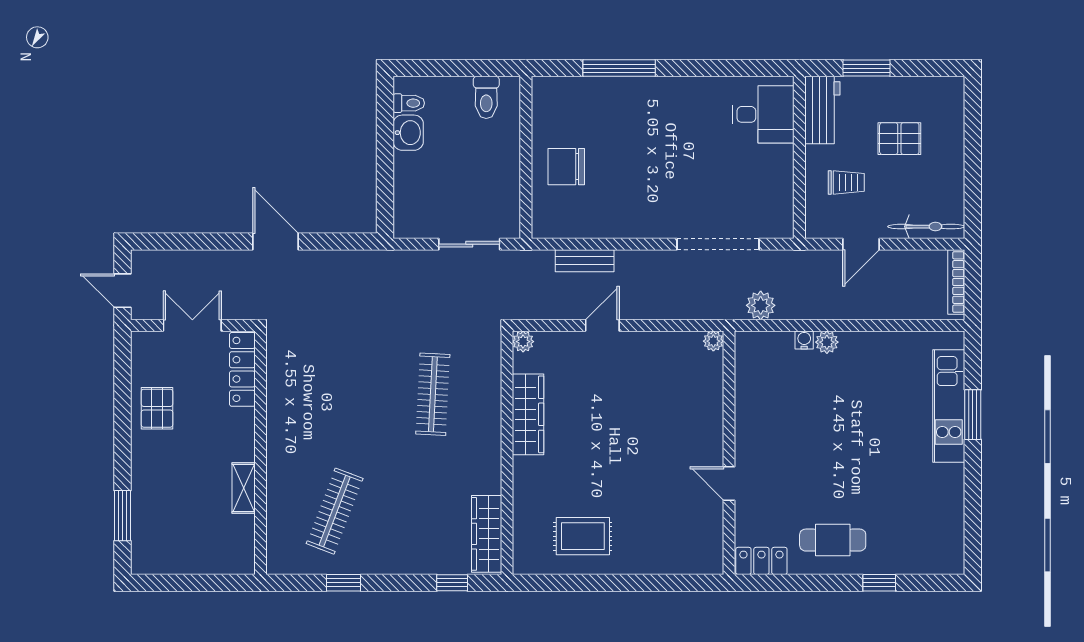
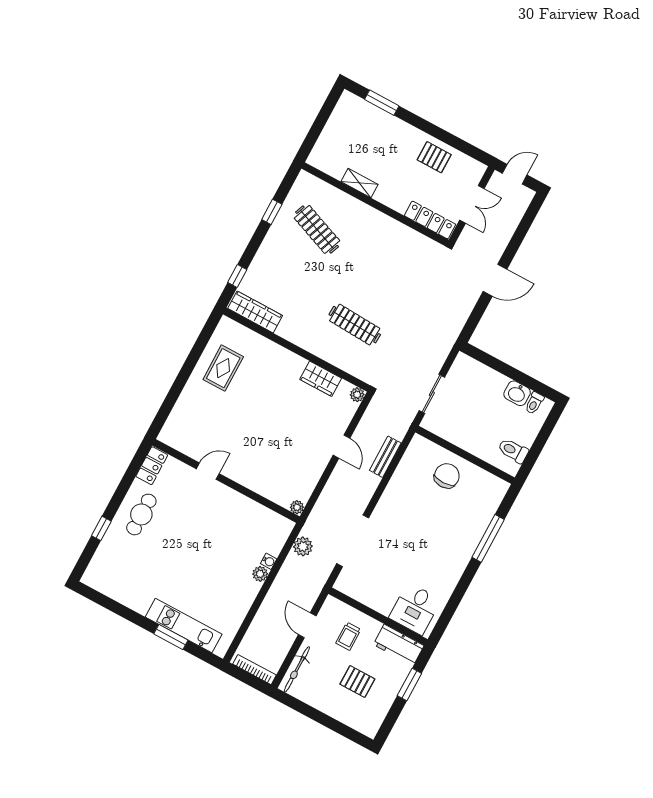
pallet: (899, 139) -> (357, 682), turned 90
wardrobe: (528, 414) -> (321, 379), width x0.67

